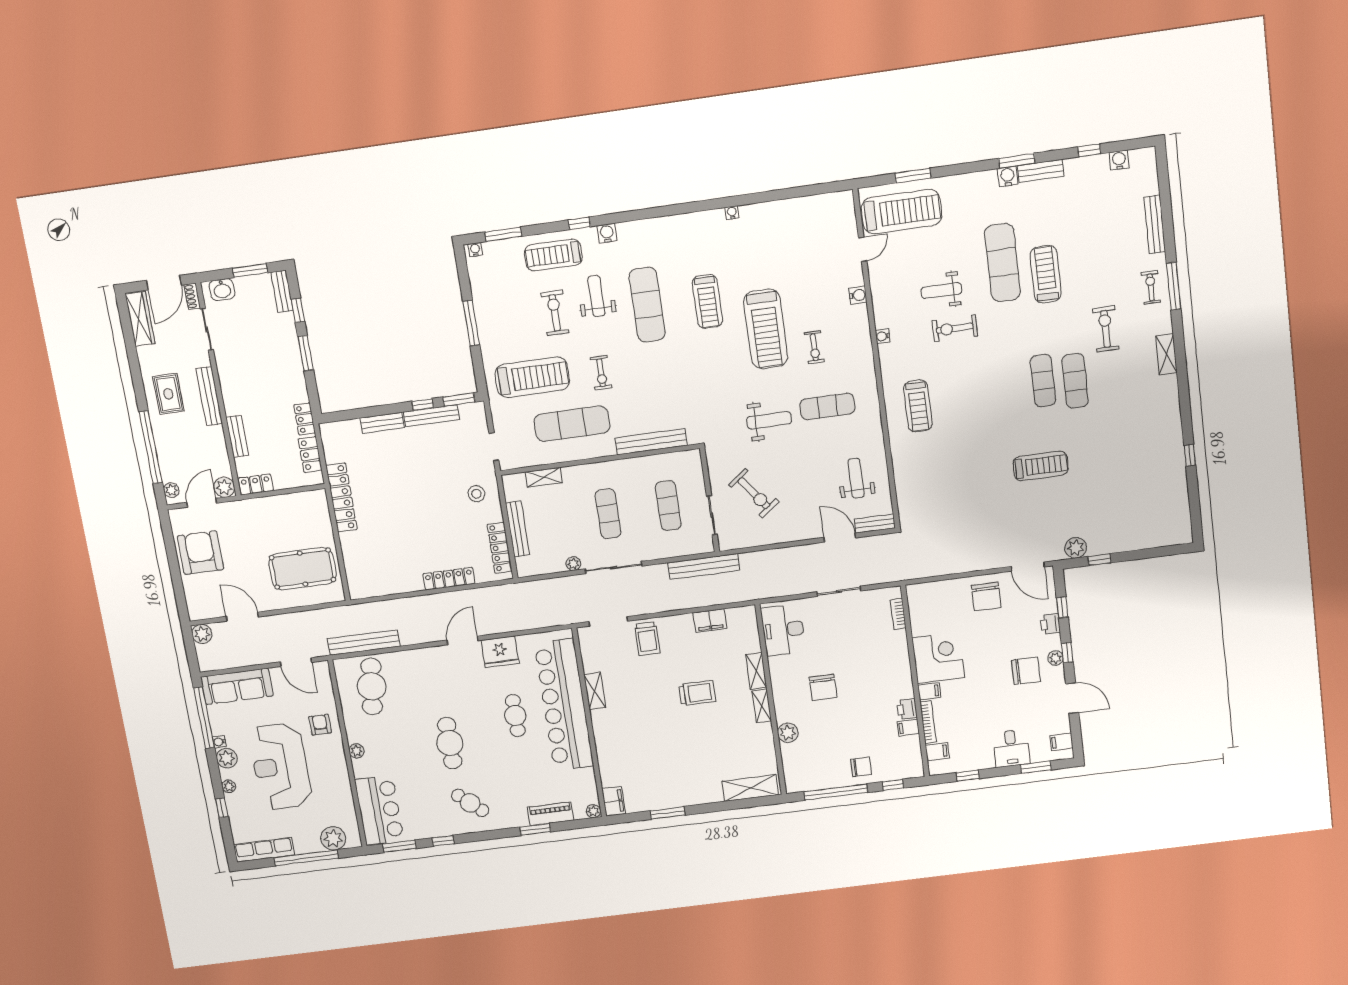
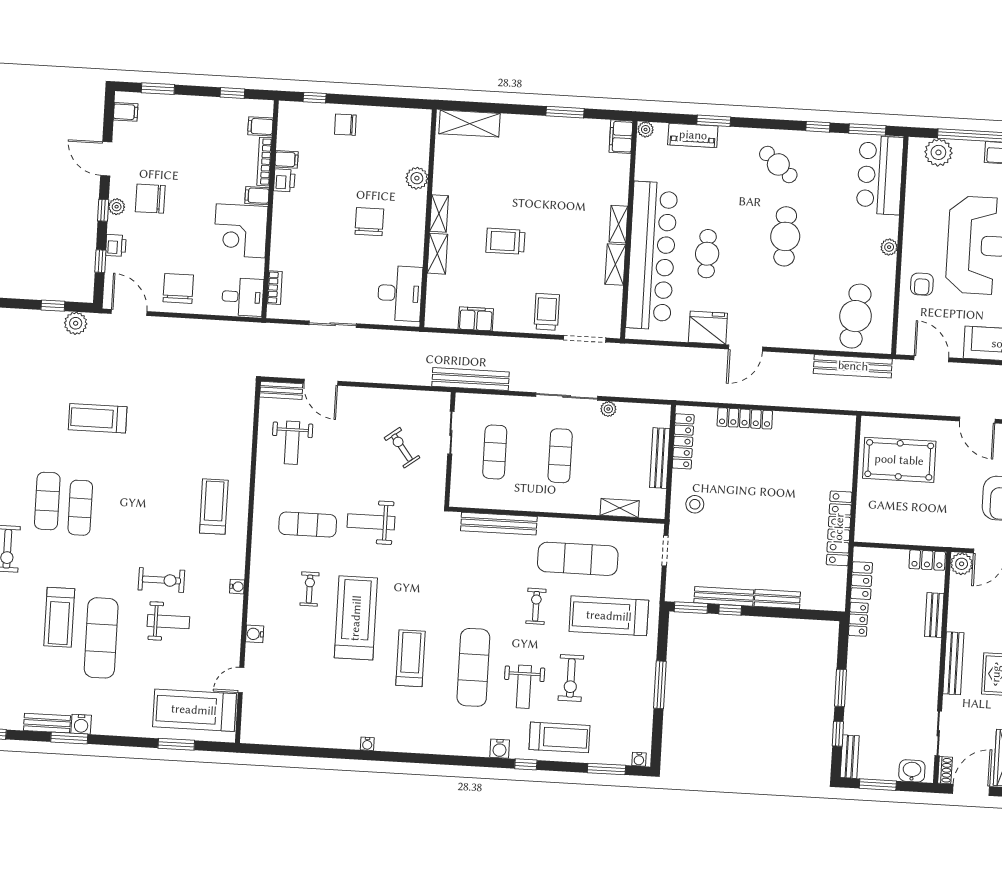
exercise bike: (754, 493) -> (402, 448), width x0.73, depth x0.72
shelving: (600, 726) -> (618, 224), added
desk: (1011, 748) -> (243, 297), moved, turned 90
window: (836, 792) -> (378, 101), removed

